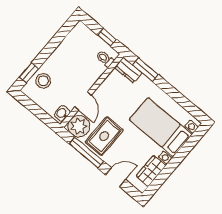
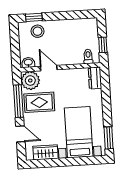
window: (145, 70) -> (109, 138), moved
door: (83, 101) -> (49, 68), swing flipped

